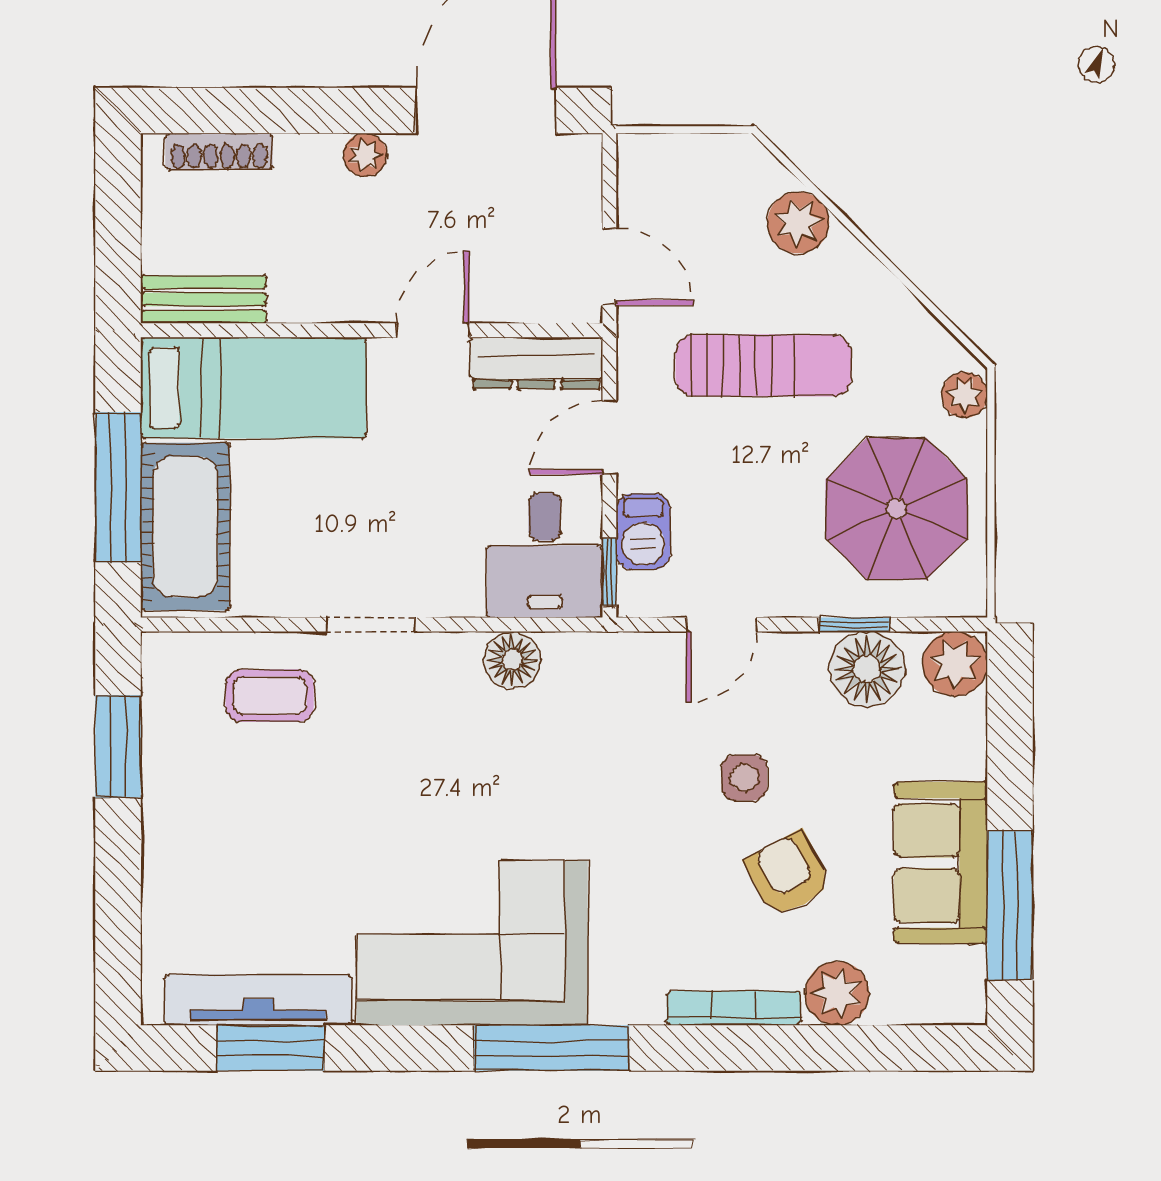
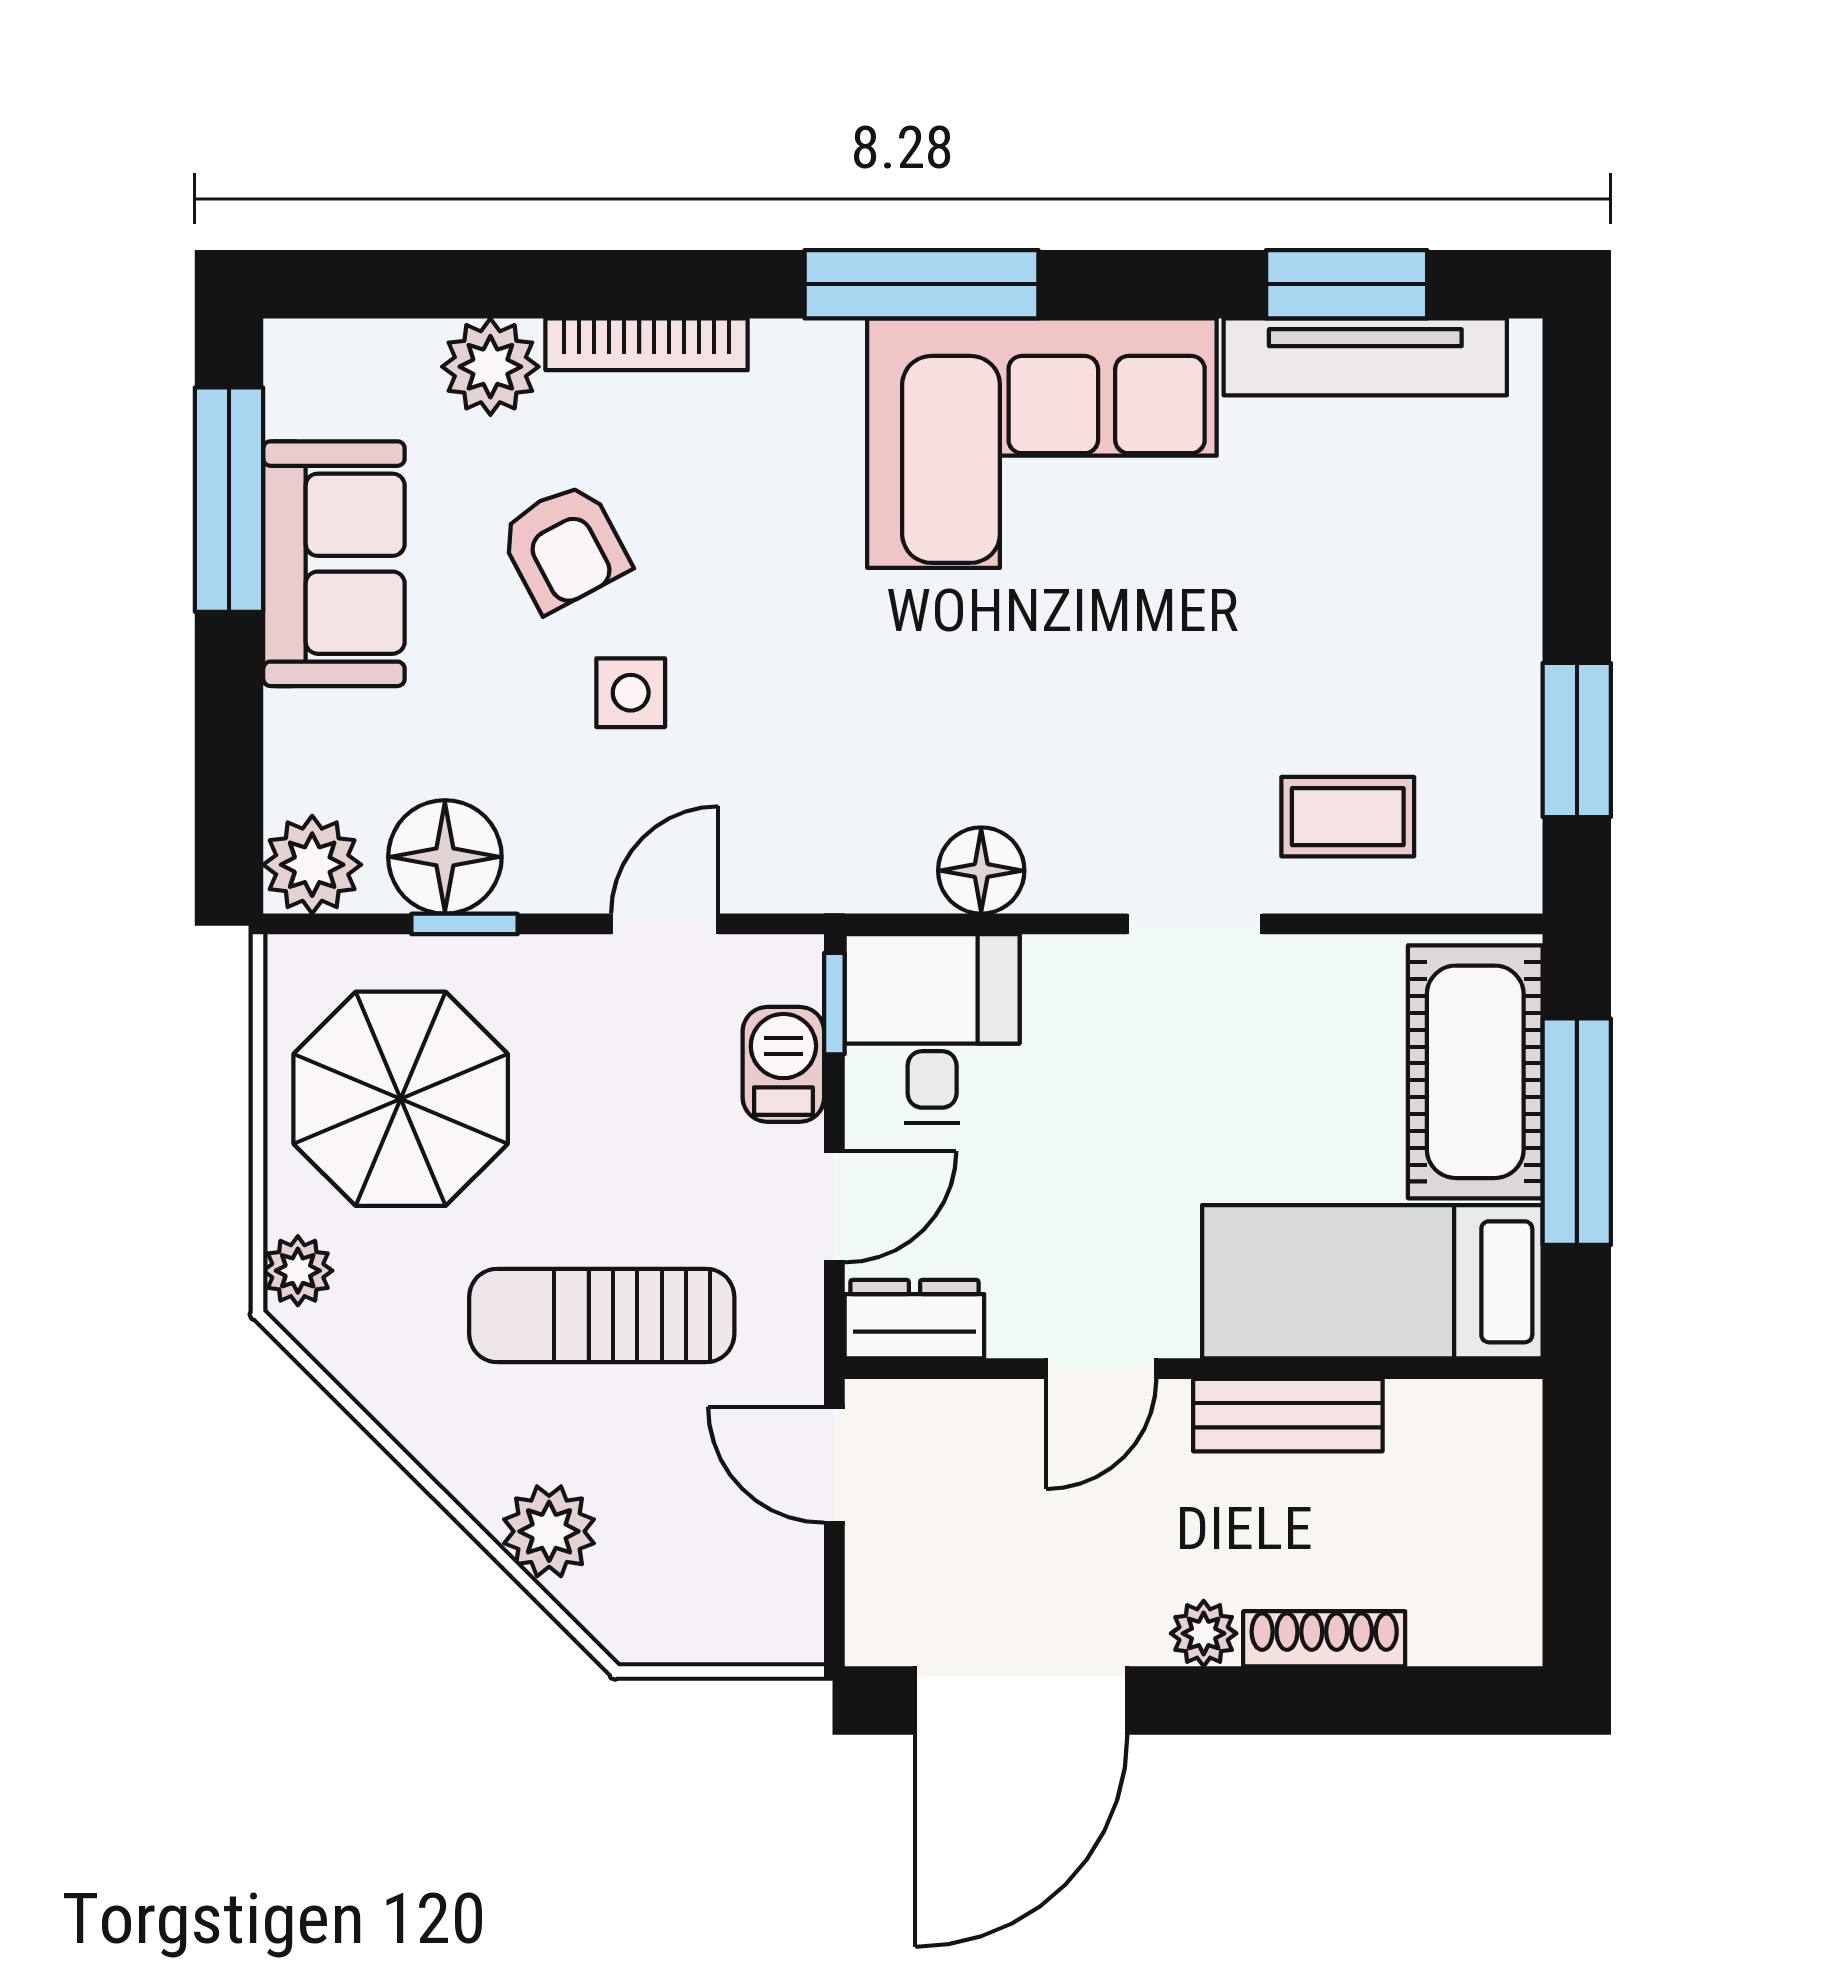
shoe rack: (219, 151) -> (1324, 1639), moved
bench: (203, 299) -> (1288, 1415), moved
dresser: (536, 363) -> (914, 1319), width x0.70

